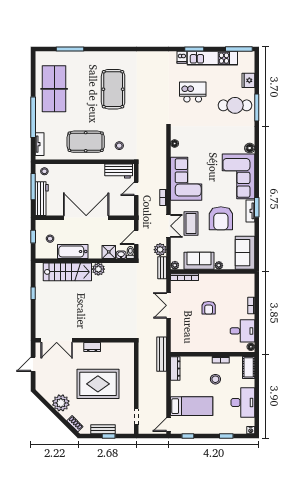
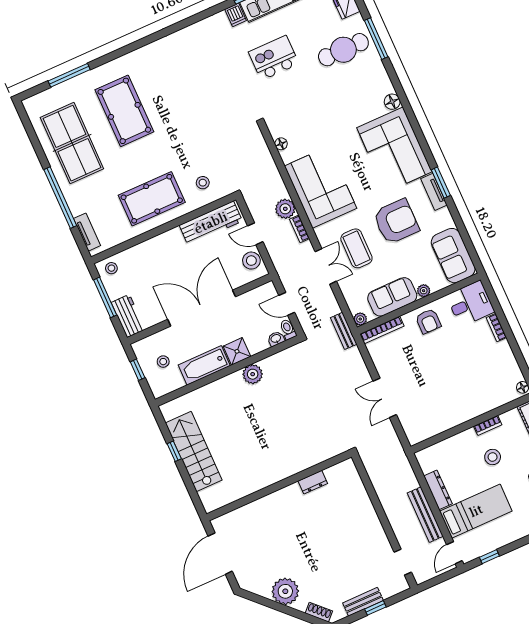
pool table: (113, 89) -> (124, 111), moved
workbench: (119, 171) -> (211, 223), width x1.38
door: (136, 189) -> (255, 234), hinge flipped
workbench: (42, 199) -> (128, 316), width x0.73
stool: (127, 203) -> (251, 261), added
armchair: (221, 218) -> (396, 222), turned -90
door: (136, 237) -> (287, 304), hinge flipped
plant: (160, 250) -> (285, 209), moved
shower: (109, 252) -> (237, 351), moved
stairs: (67, 272) -> (194, 451), moved, turned -90
double door: (169, 305) -> (385, 398), moved
armchair: (209, 308) -> (428, 321), moved
desk: (242, 331) -> (470, 304), moved
double door: (57, 340) -> (239, 504), removed
dresser: (92, 347) -> (313, 482), moved
bench: (162, 354) -> (425, 515), moved
door: (33, 364) -> (220, 554), width x1.88
dresser: (175, 369) -> (438, 490), moved
rug: (98, 384) -> (326, 540), removed

